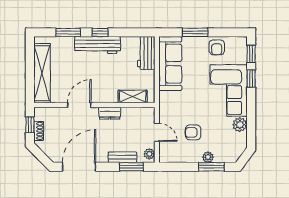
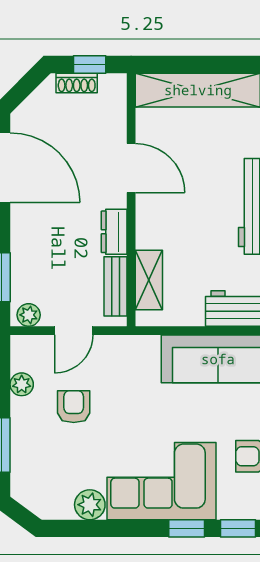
bench: (122, 157) -> (115, 286), moved
plant: (208, 157) -> (22, 384), moved

